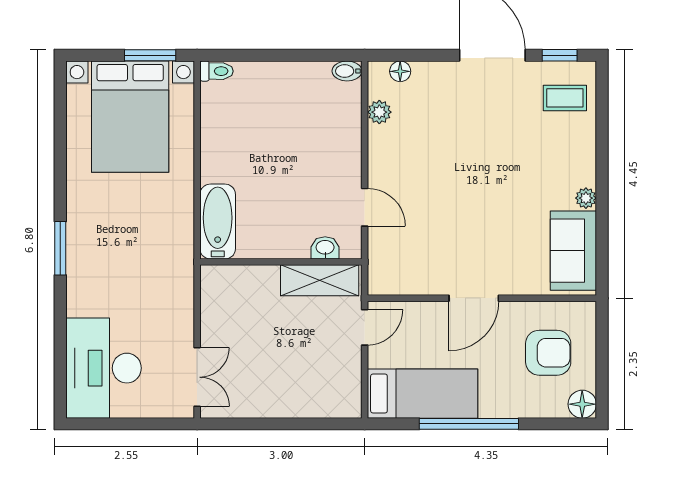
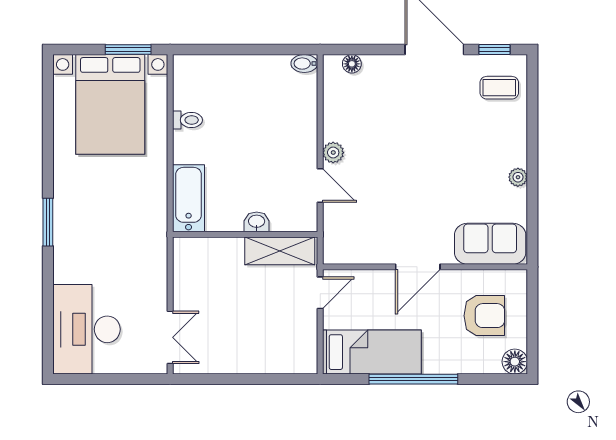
toilet: (216, 71) -> (188, 120), moved
plant: (379, 112) -> (333, 153), moved
washbasin: (325, 248) -> (257, 222), moved
sofa: (573, 251) -> (490, 244), moved, turned 90

